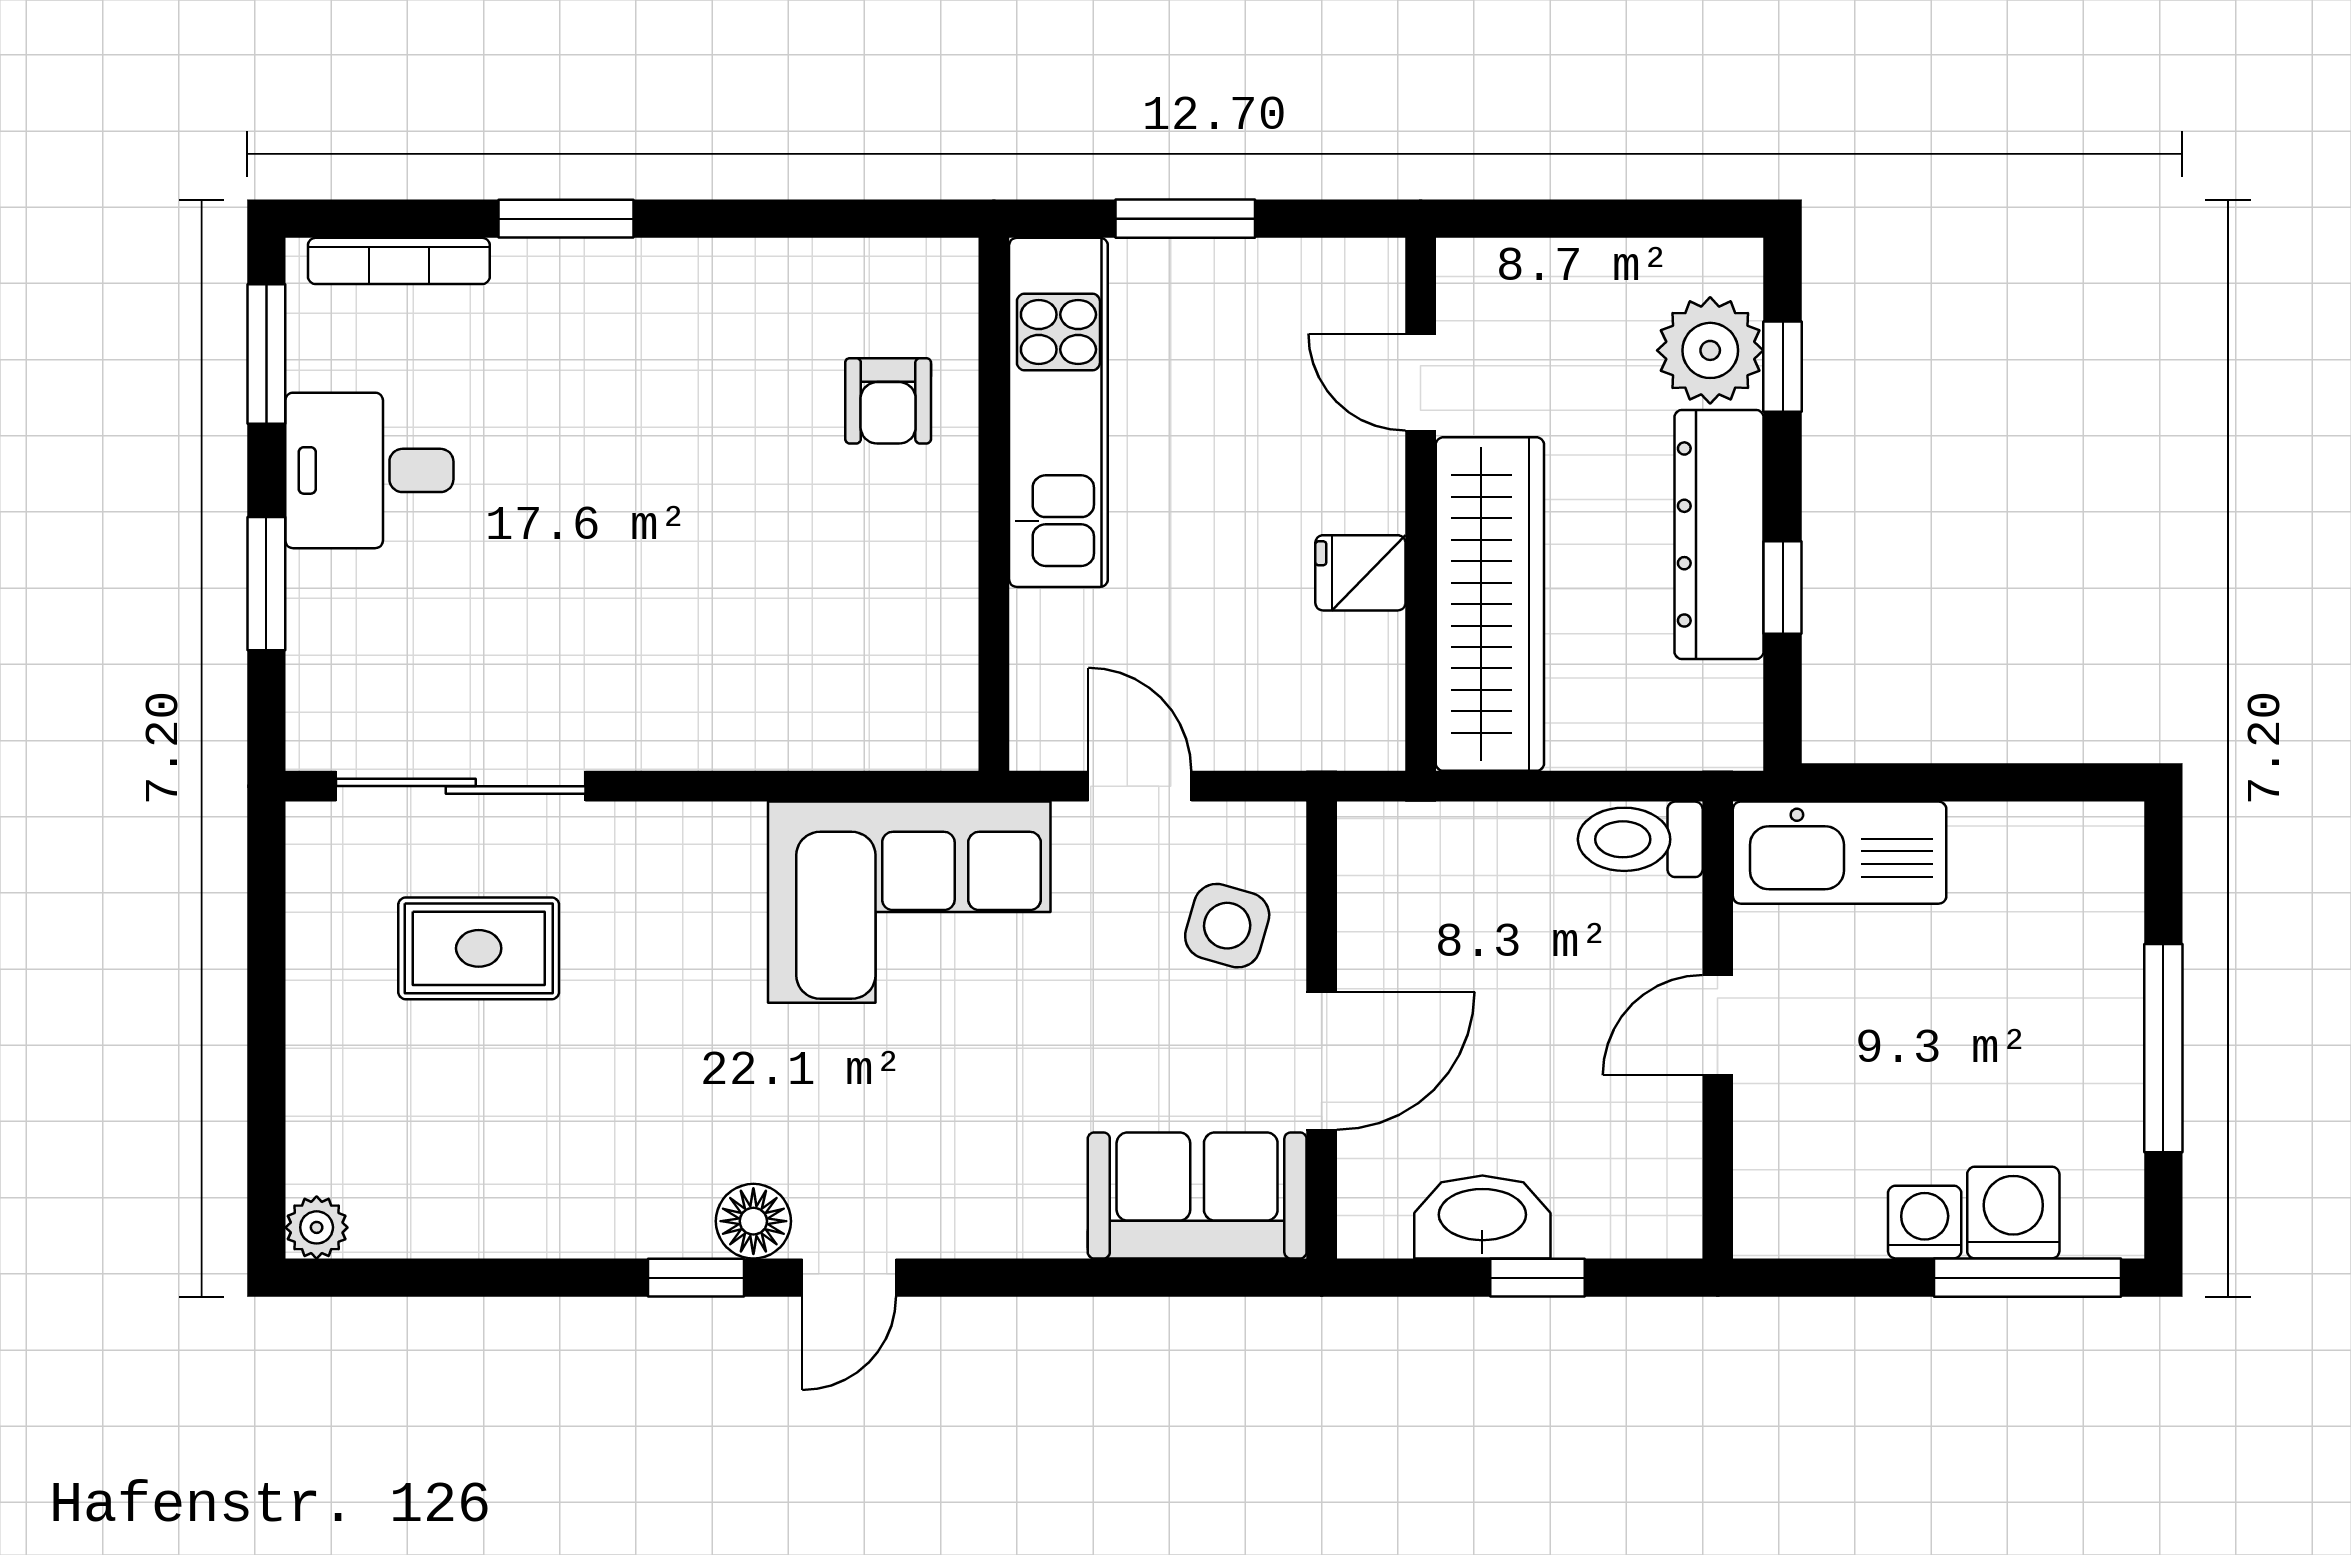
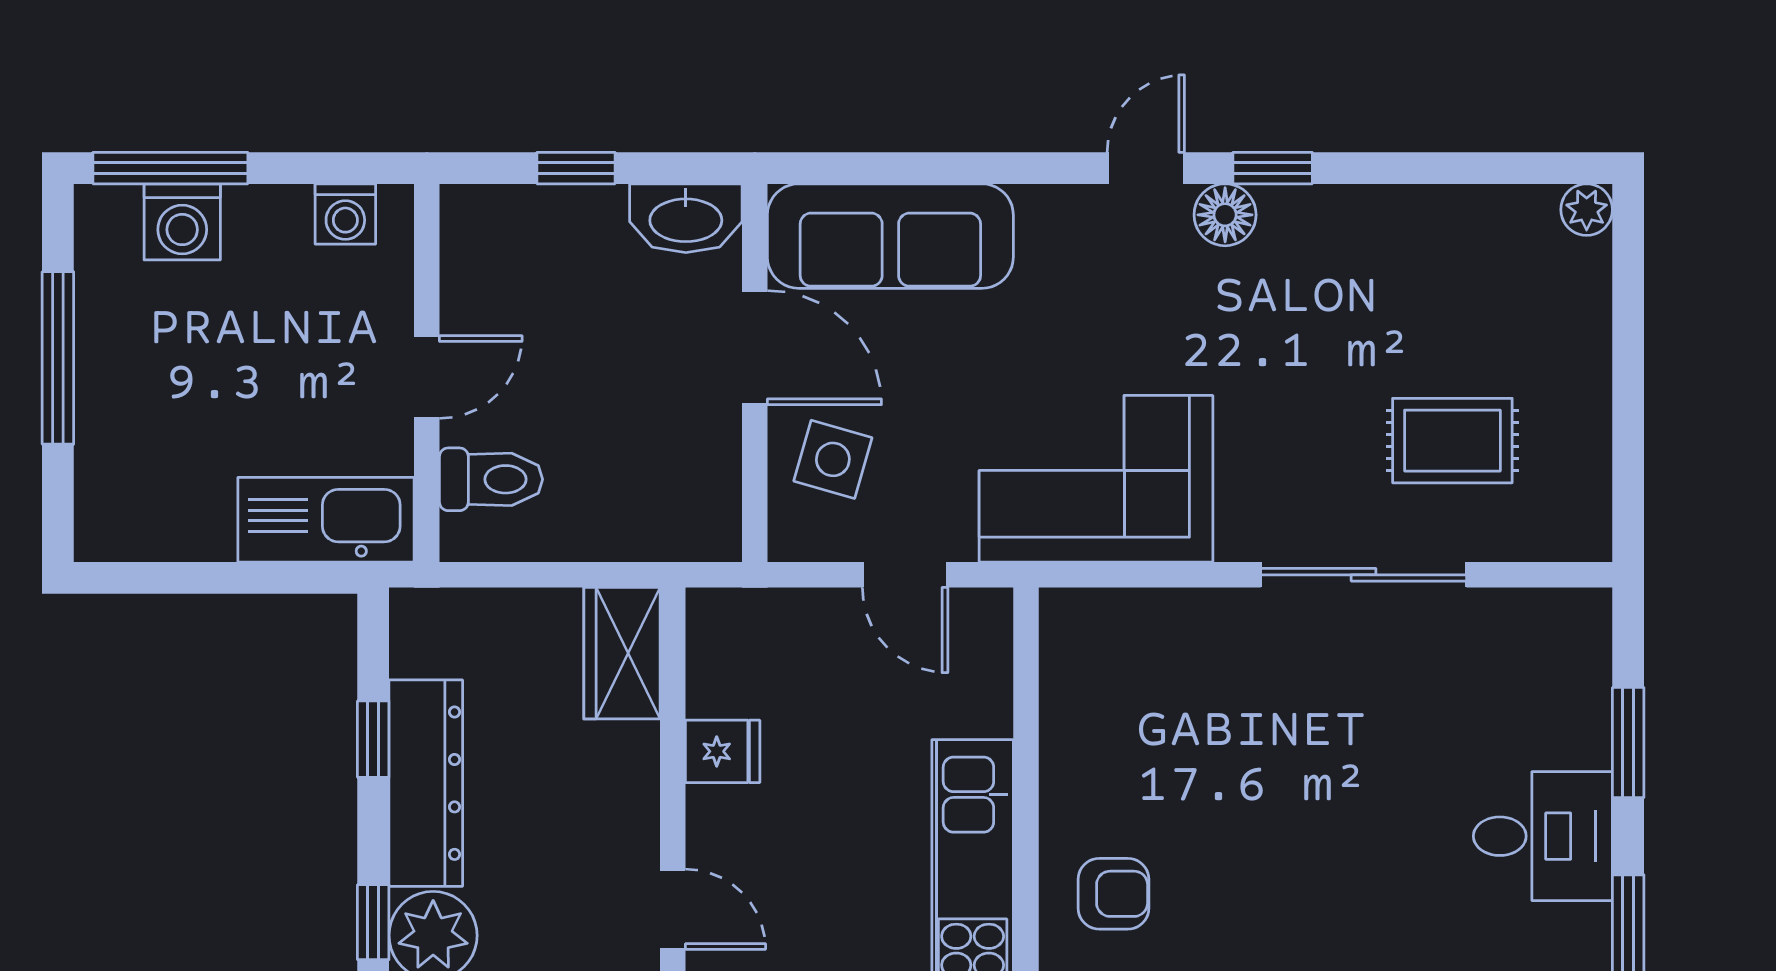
armchair: (888, 401) -> (1114, 894), turned 90
wardrobe: (1490, 604) -> (622, 653), width x0.48, depth x0.85
sliding door: (461, 786) -> (1364, 575), moved
toilet: (1640, 839) -> (491, 479), moved
door: (1322, 1061) -> (755, 348), swing flipped
sofa: (1197, 1195) -> (890, 236), width x1.36
washbasin: (1482, 1217) -> (686, 218), moved
washing machine: (1925, 1222) -> (345, 214), moved

